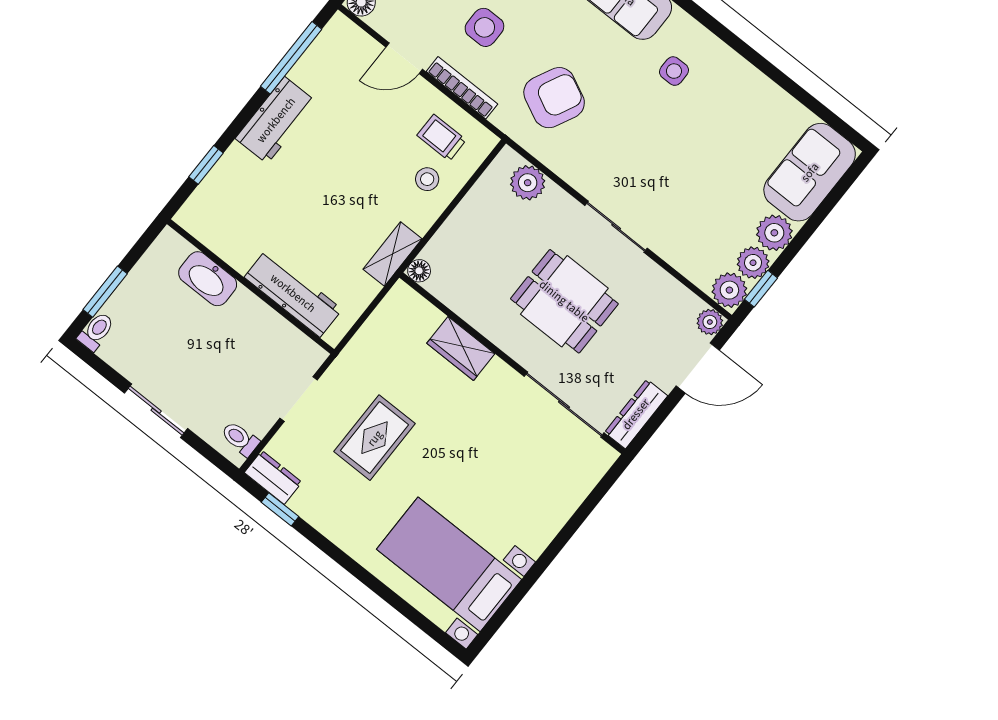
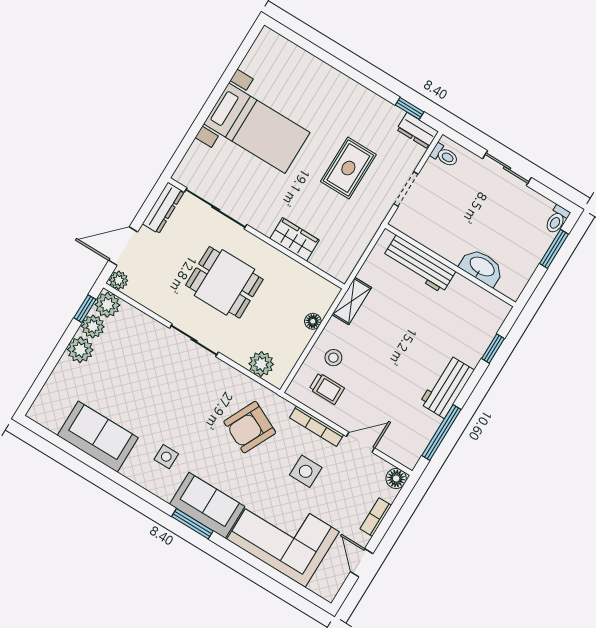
sofa: (810, 172) -> (98, 437), moved, turned -90
floor lamp: (419, 271) -> (313, 321), moved
bed with nightstands: (449, 564) -> (257, 128), moved

